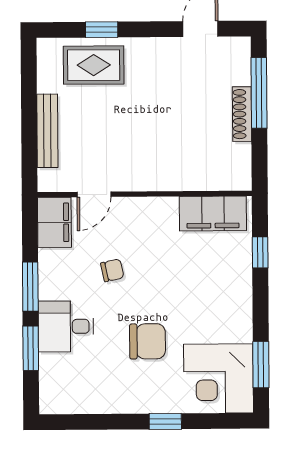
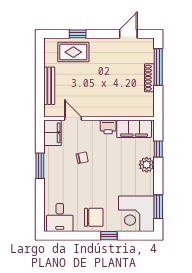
door: (94, 194) -> (73, 119), swing flipped
printer: (162, 210) -> (108, 127), added
plant: (238, 283) -> (147, 165), added
desk: (66, 326) -> (60, 217), moved, turned -90
chair: (148, 341) -> (94, 217), moved
window: (31, 348) -> (40, 197), removed

